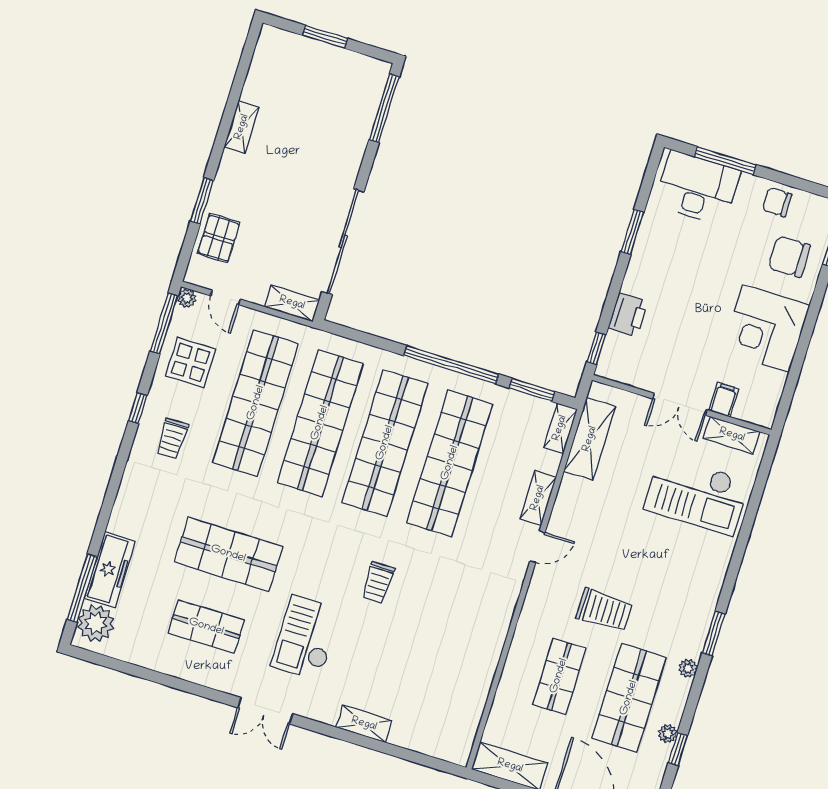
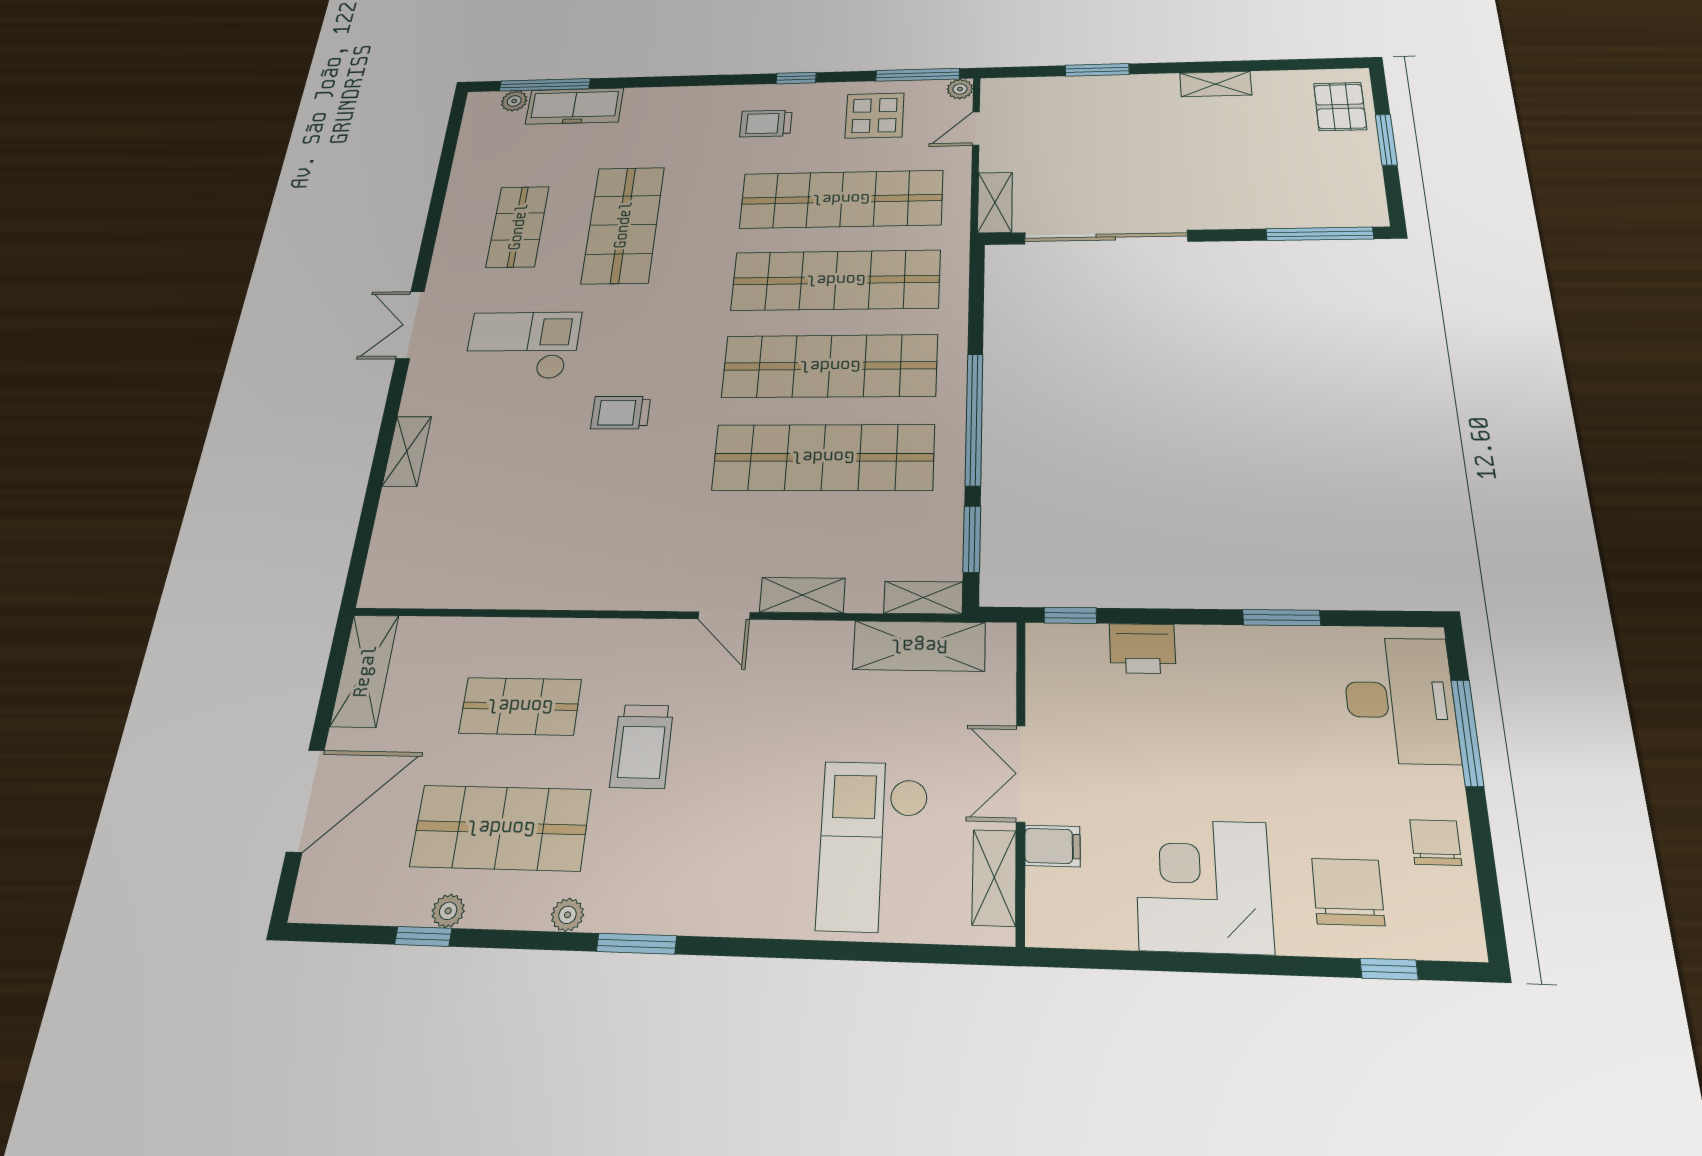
pallet: (219, 238) -> (1340, 107), moved, turned 90
plant: (96, 623) -> (514, 101), width x0.53, depth x0.53

